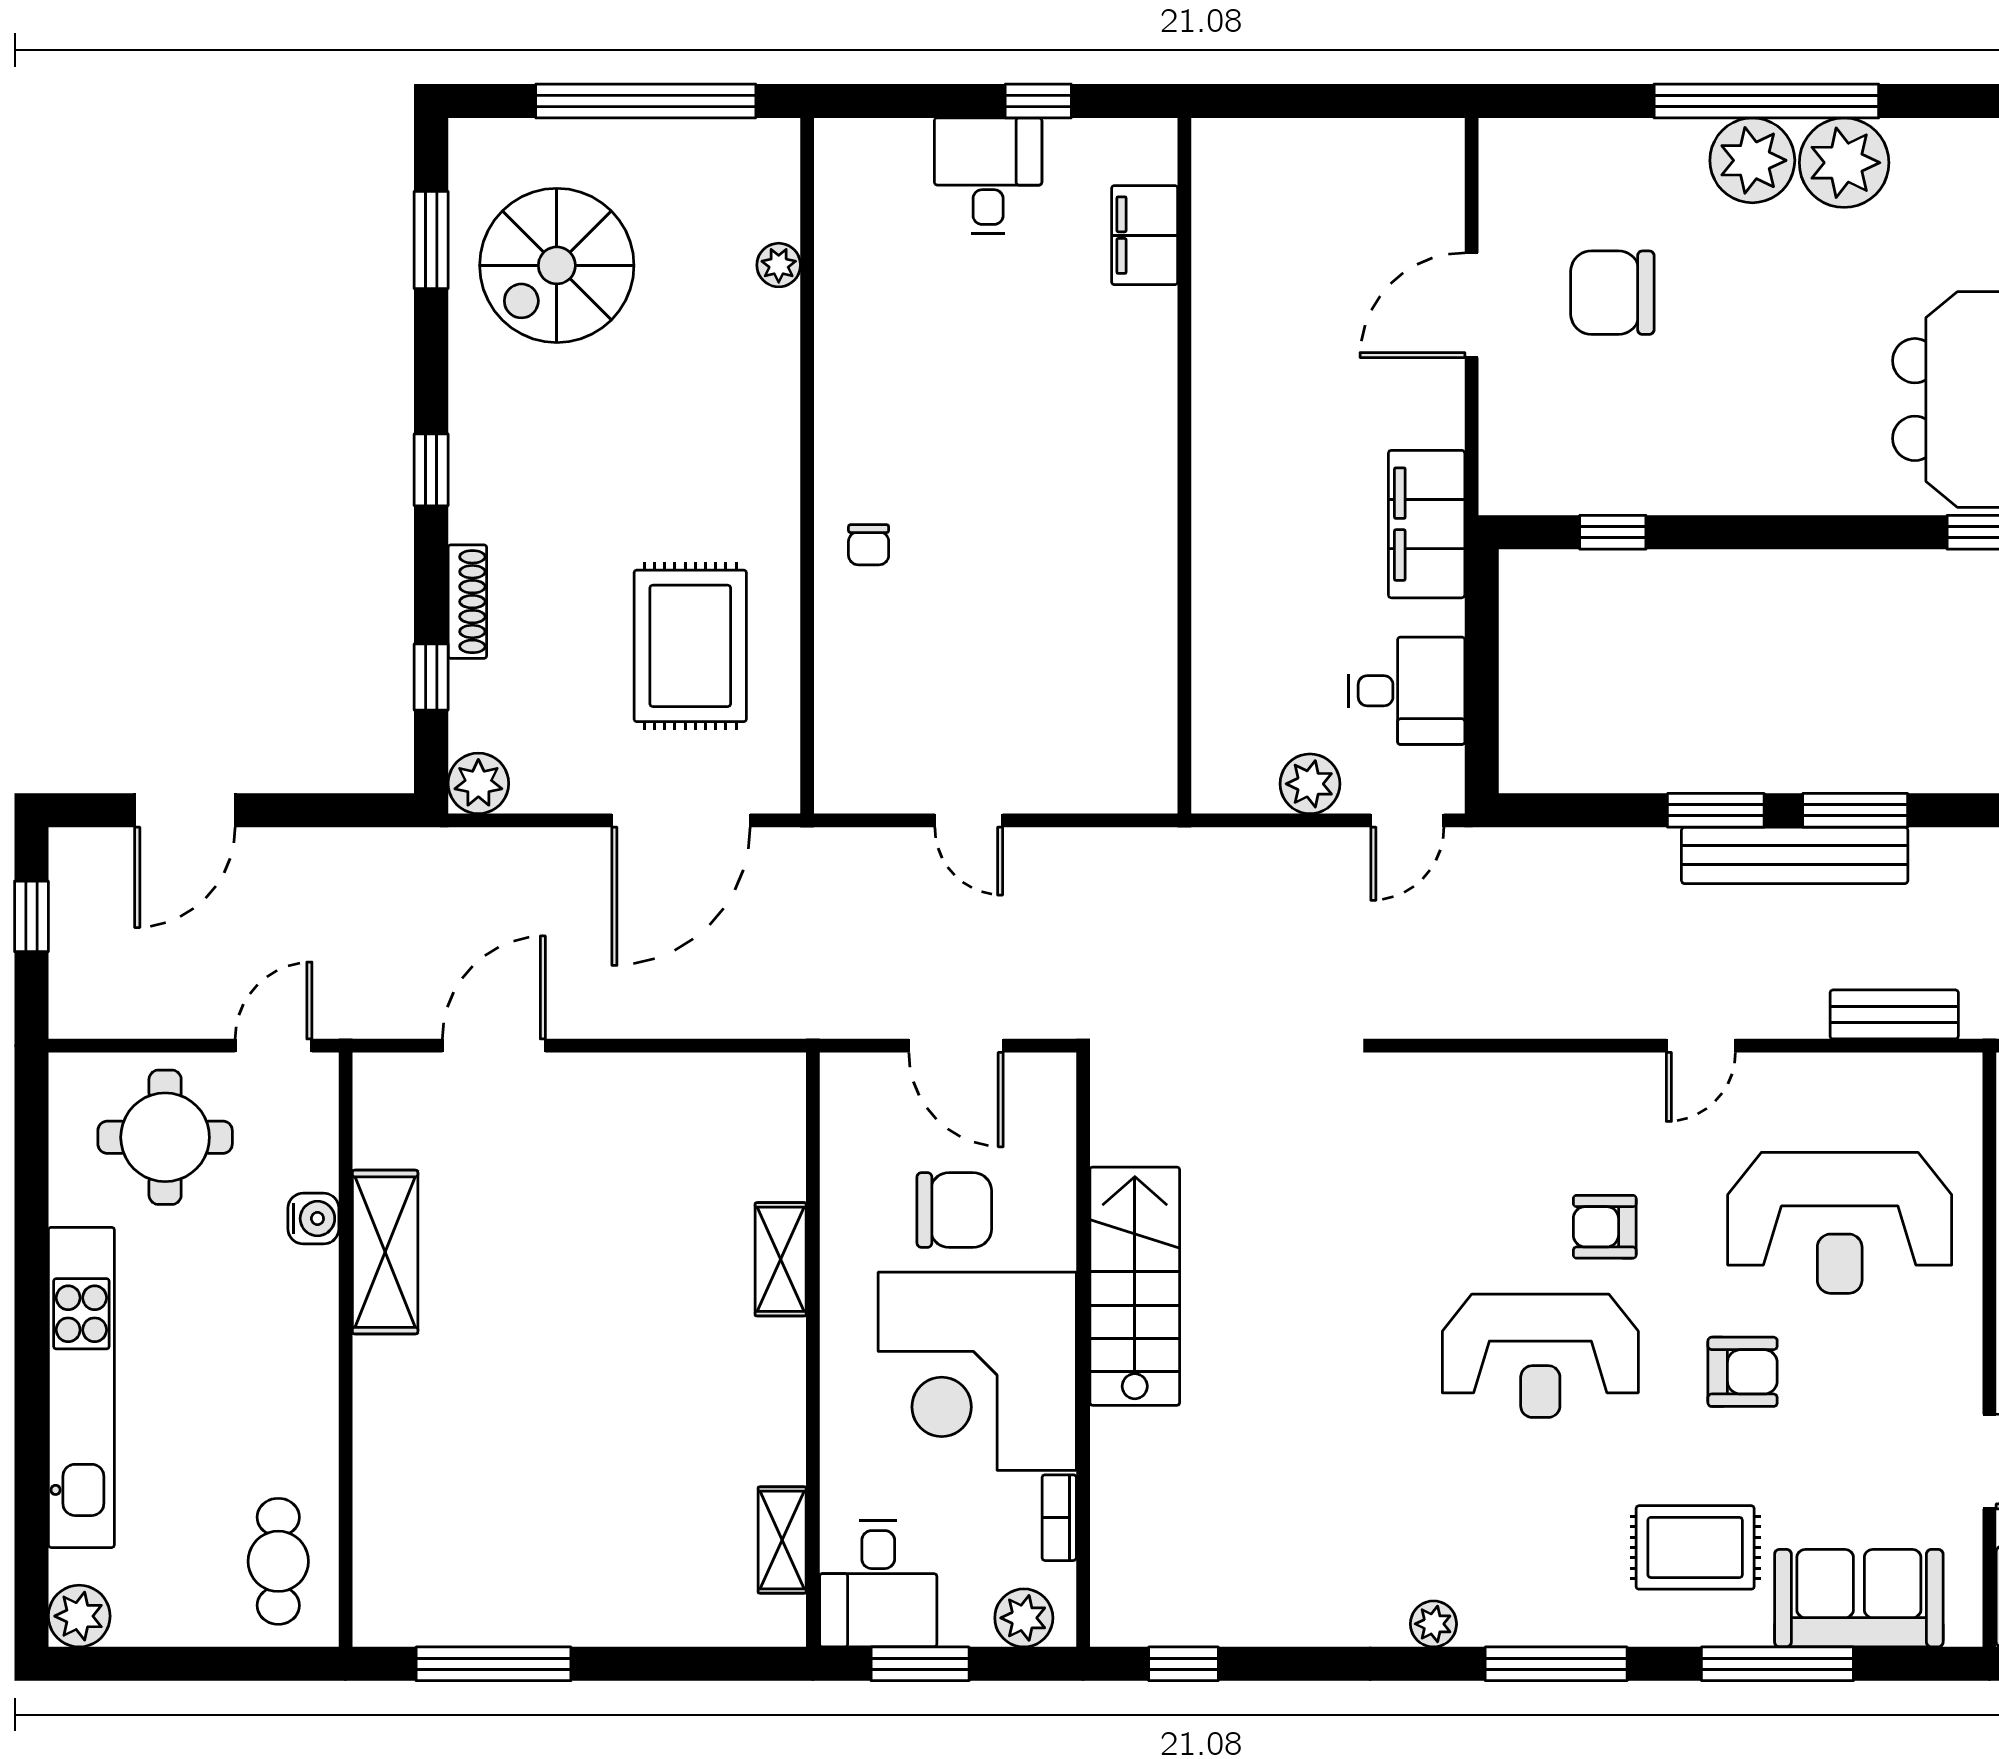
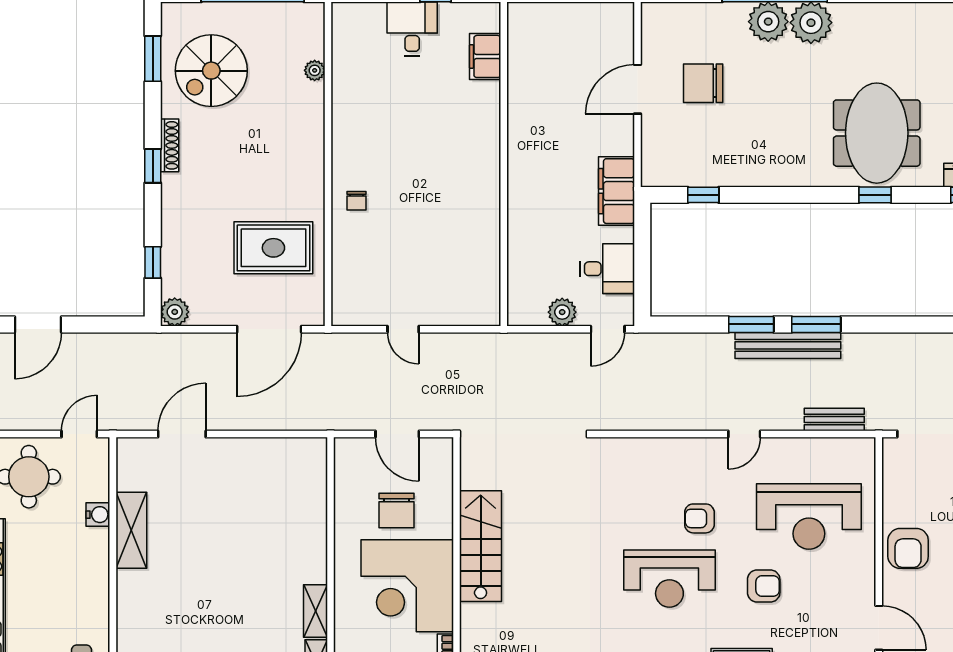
shoe rack: (467, 602) -> (170, 145), moved
rug: (690, 646) -> (273, 248), turned 90
chair: (954, 1210) -> (396, 511), turned 90
shelving: (781, 1259) -> (316, 611), moved

